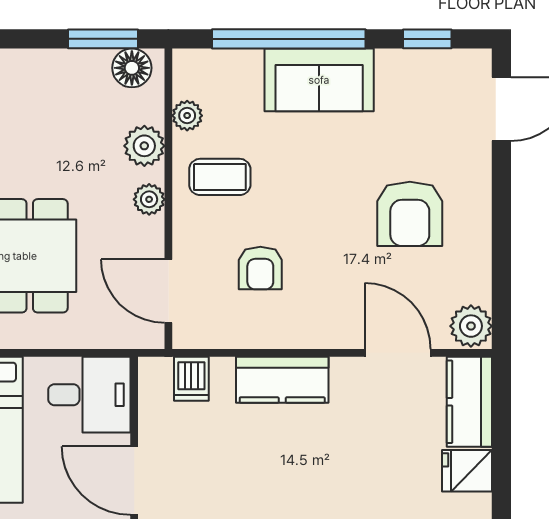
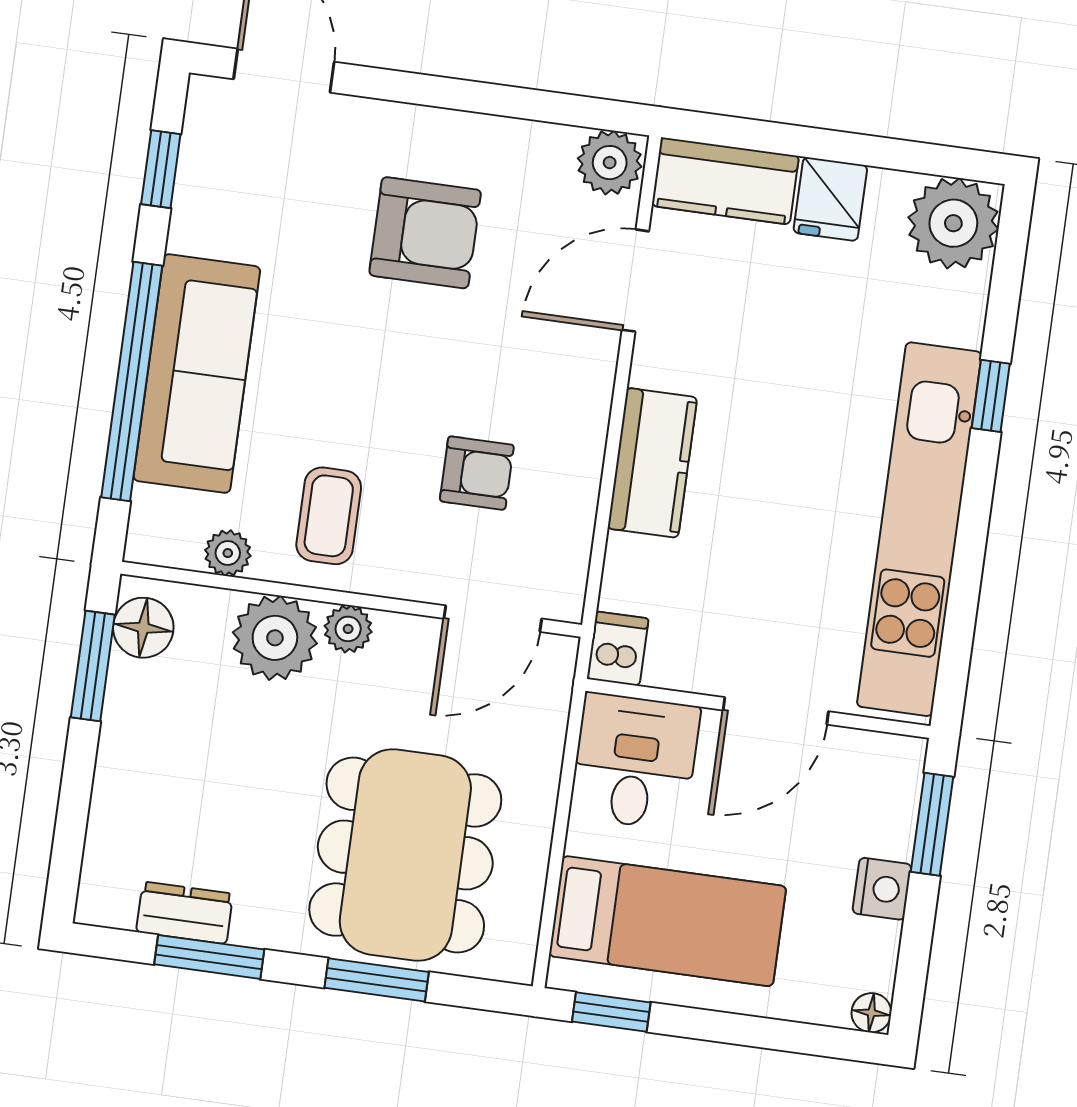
sofa: (319, 80) -> (197, 374), width x1.36
plant: (144, 146) -> (275, 638), width x1.36, depth x1.36
dishwasher: (191, 379) -> (618, 649), moved, turned -90

